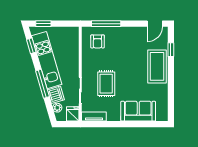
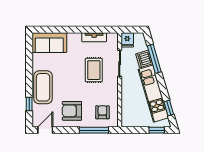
armchair: (128, 43) -> (72, 111), added
window: (42, 84) -> (154, 59), moved
plant: (57, 108) -> (143, 46), removed
sofa: (138, 111) -> (49, 43), moved
tv unit: (94, 116) -> (94, 37), moved

